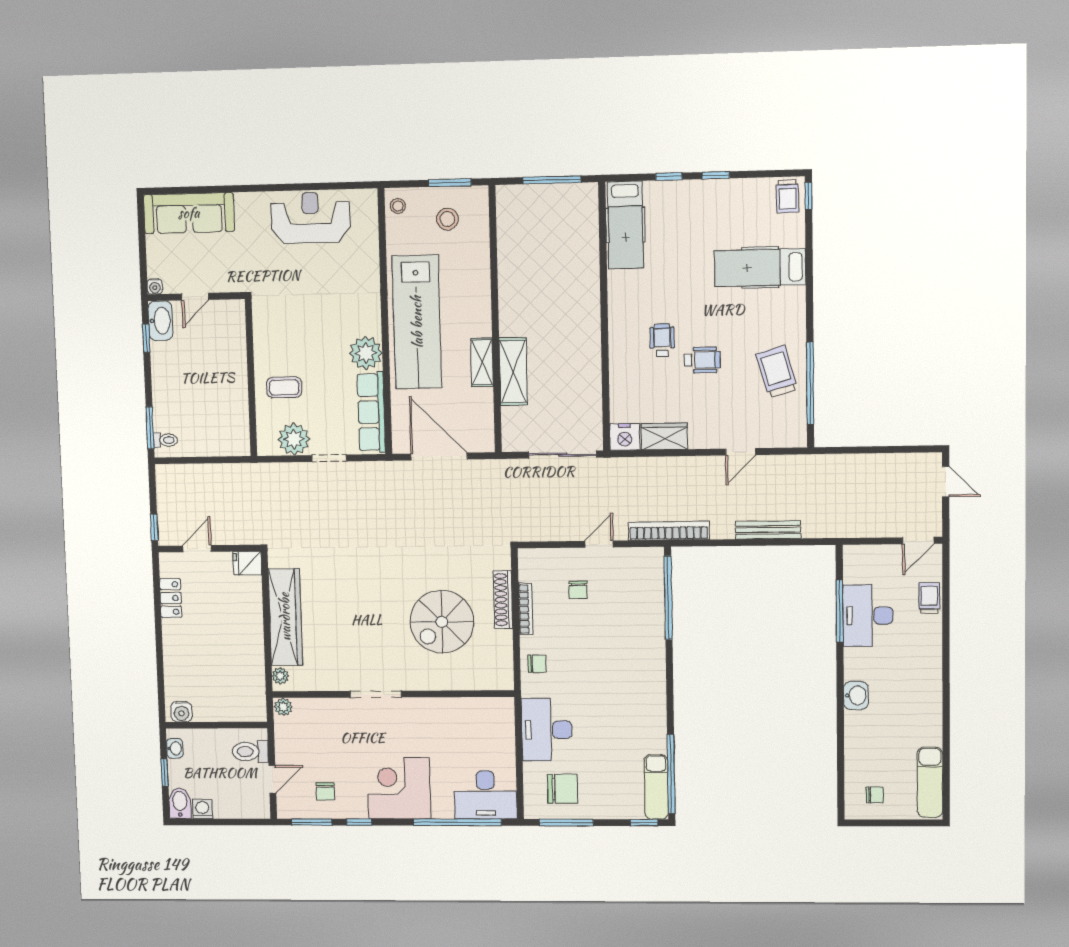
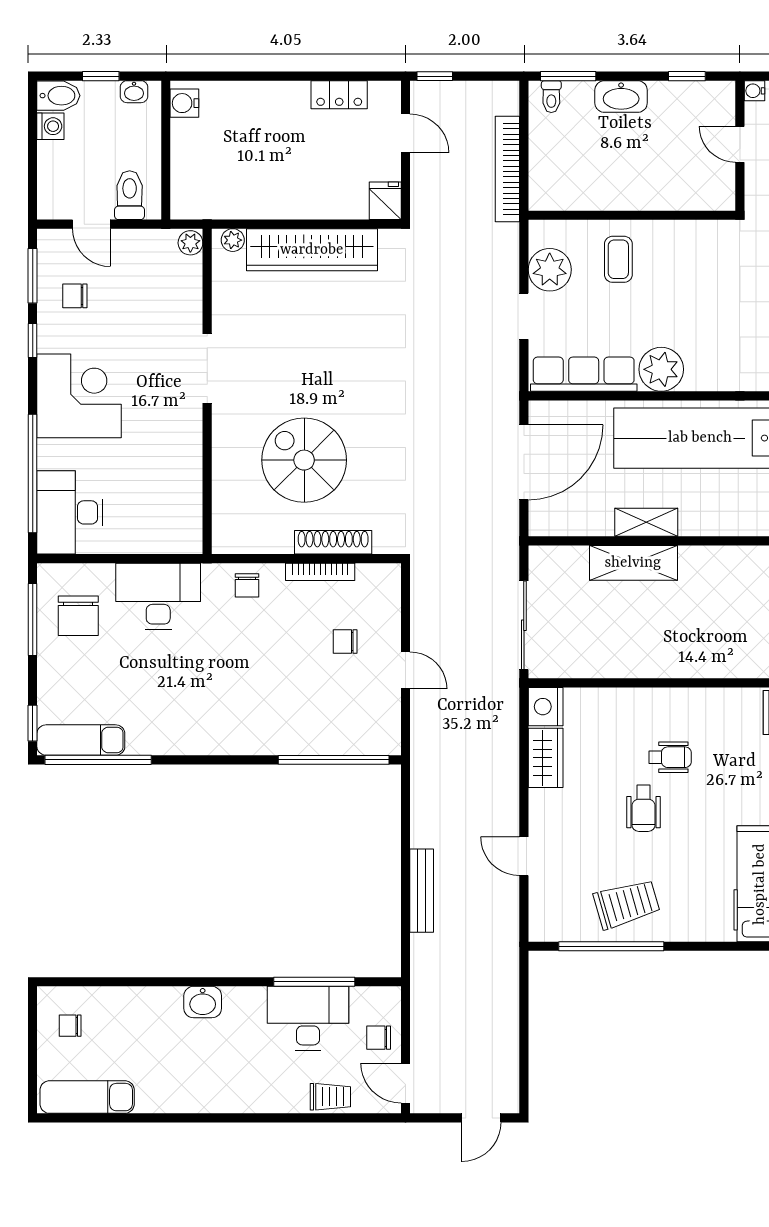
washbasin: (161, 321) -> (621, 97), moved
bookcase: (669, 531) -> (507, 169), moved, turned 180
chair: (883, 561) -> (379, 1038), added
chair: (875, 795) -> (70, 1026), turned 90

